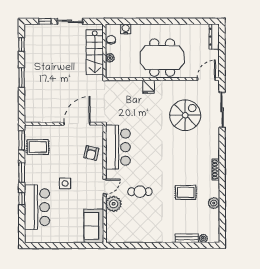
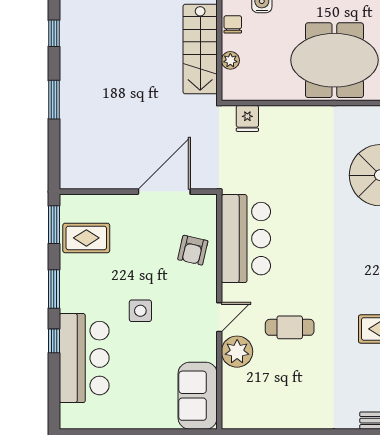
fridge: (148, 87) -> (247, 118), moved

